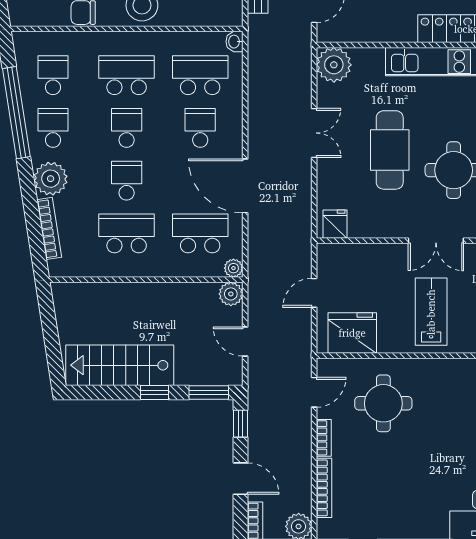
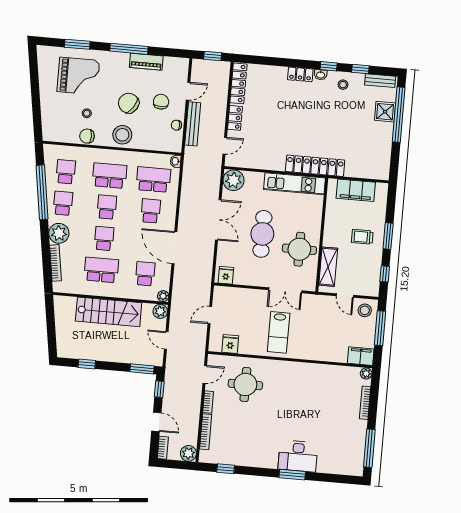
double door: (314, 133) -> (218, 220), width x1.37
school desk: (200, 233) -> (145, 274), width x0.54
lab bench: (431, 312) -> (279, 332), turned 180
fridge: (352, 333) -> (230, 344), width x0.53, depth x0.75
stairs: (120, 365) -> (109, 312), moved, turned 180
window: (154, 392) -> (87, 364), moved

